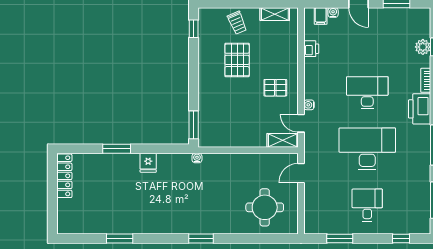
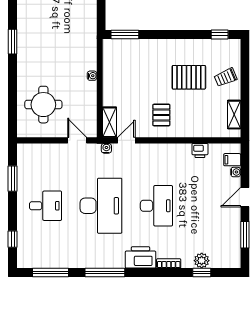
water cooler: (309, 105) -> (106, 148), moved
water cooler: (197, 158) -> (92, 76), moved

